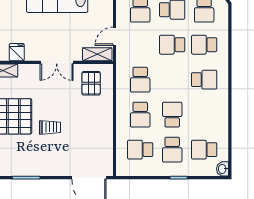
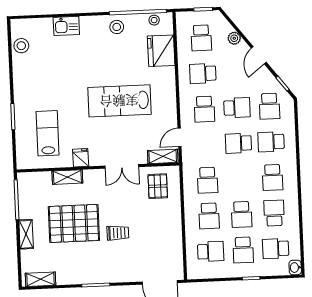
school desk: (204, 80) -> (273, 177), turned 90
school desk: (172, 115) -> (242, 214), turned 180
school desk: (204, 115) -> (274, 213), added
school desk: (140, 150) -> (211, 251), turned 180

